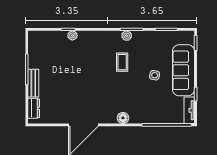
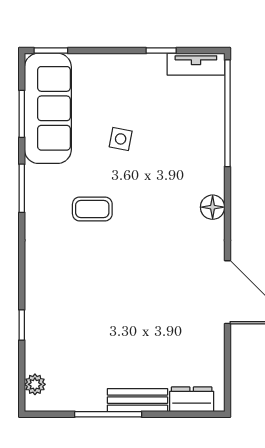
plant: (72, 35) -> (35, 384), moved
plant: (127, 36) -> (35, 199), removed
sofa: (184, 70) -> (48, 108), moved, turned -90

